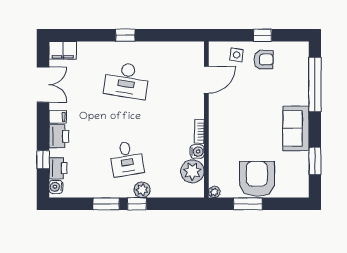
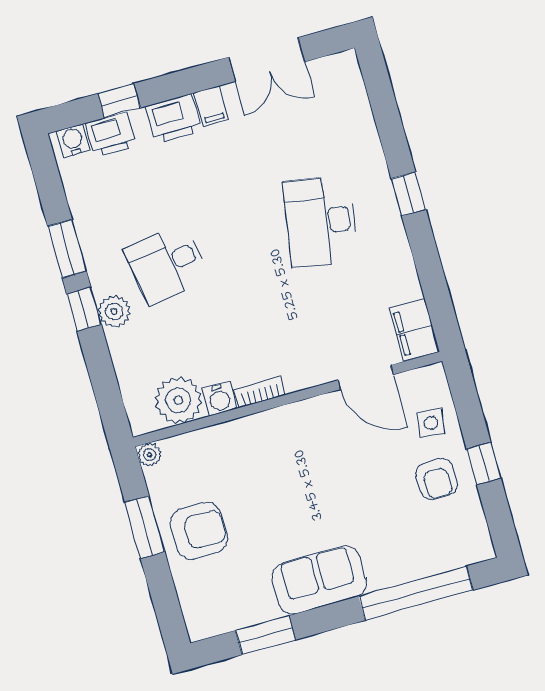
filing cabinet: (63, 50) -> (414, 330), moved
armchair: (257, 179) -> (199, 531), width x0.73, depth x0.73

